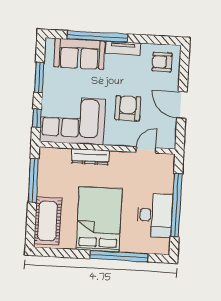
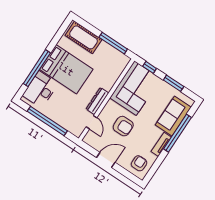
dresser: (90, 157) -> (97, 101), moved
desk: (155, 215) -> (40, 90), moved, turned 90

